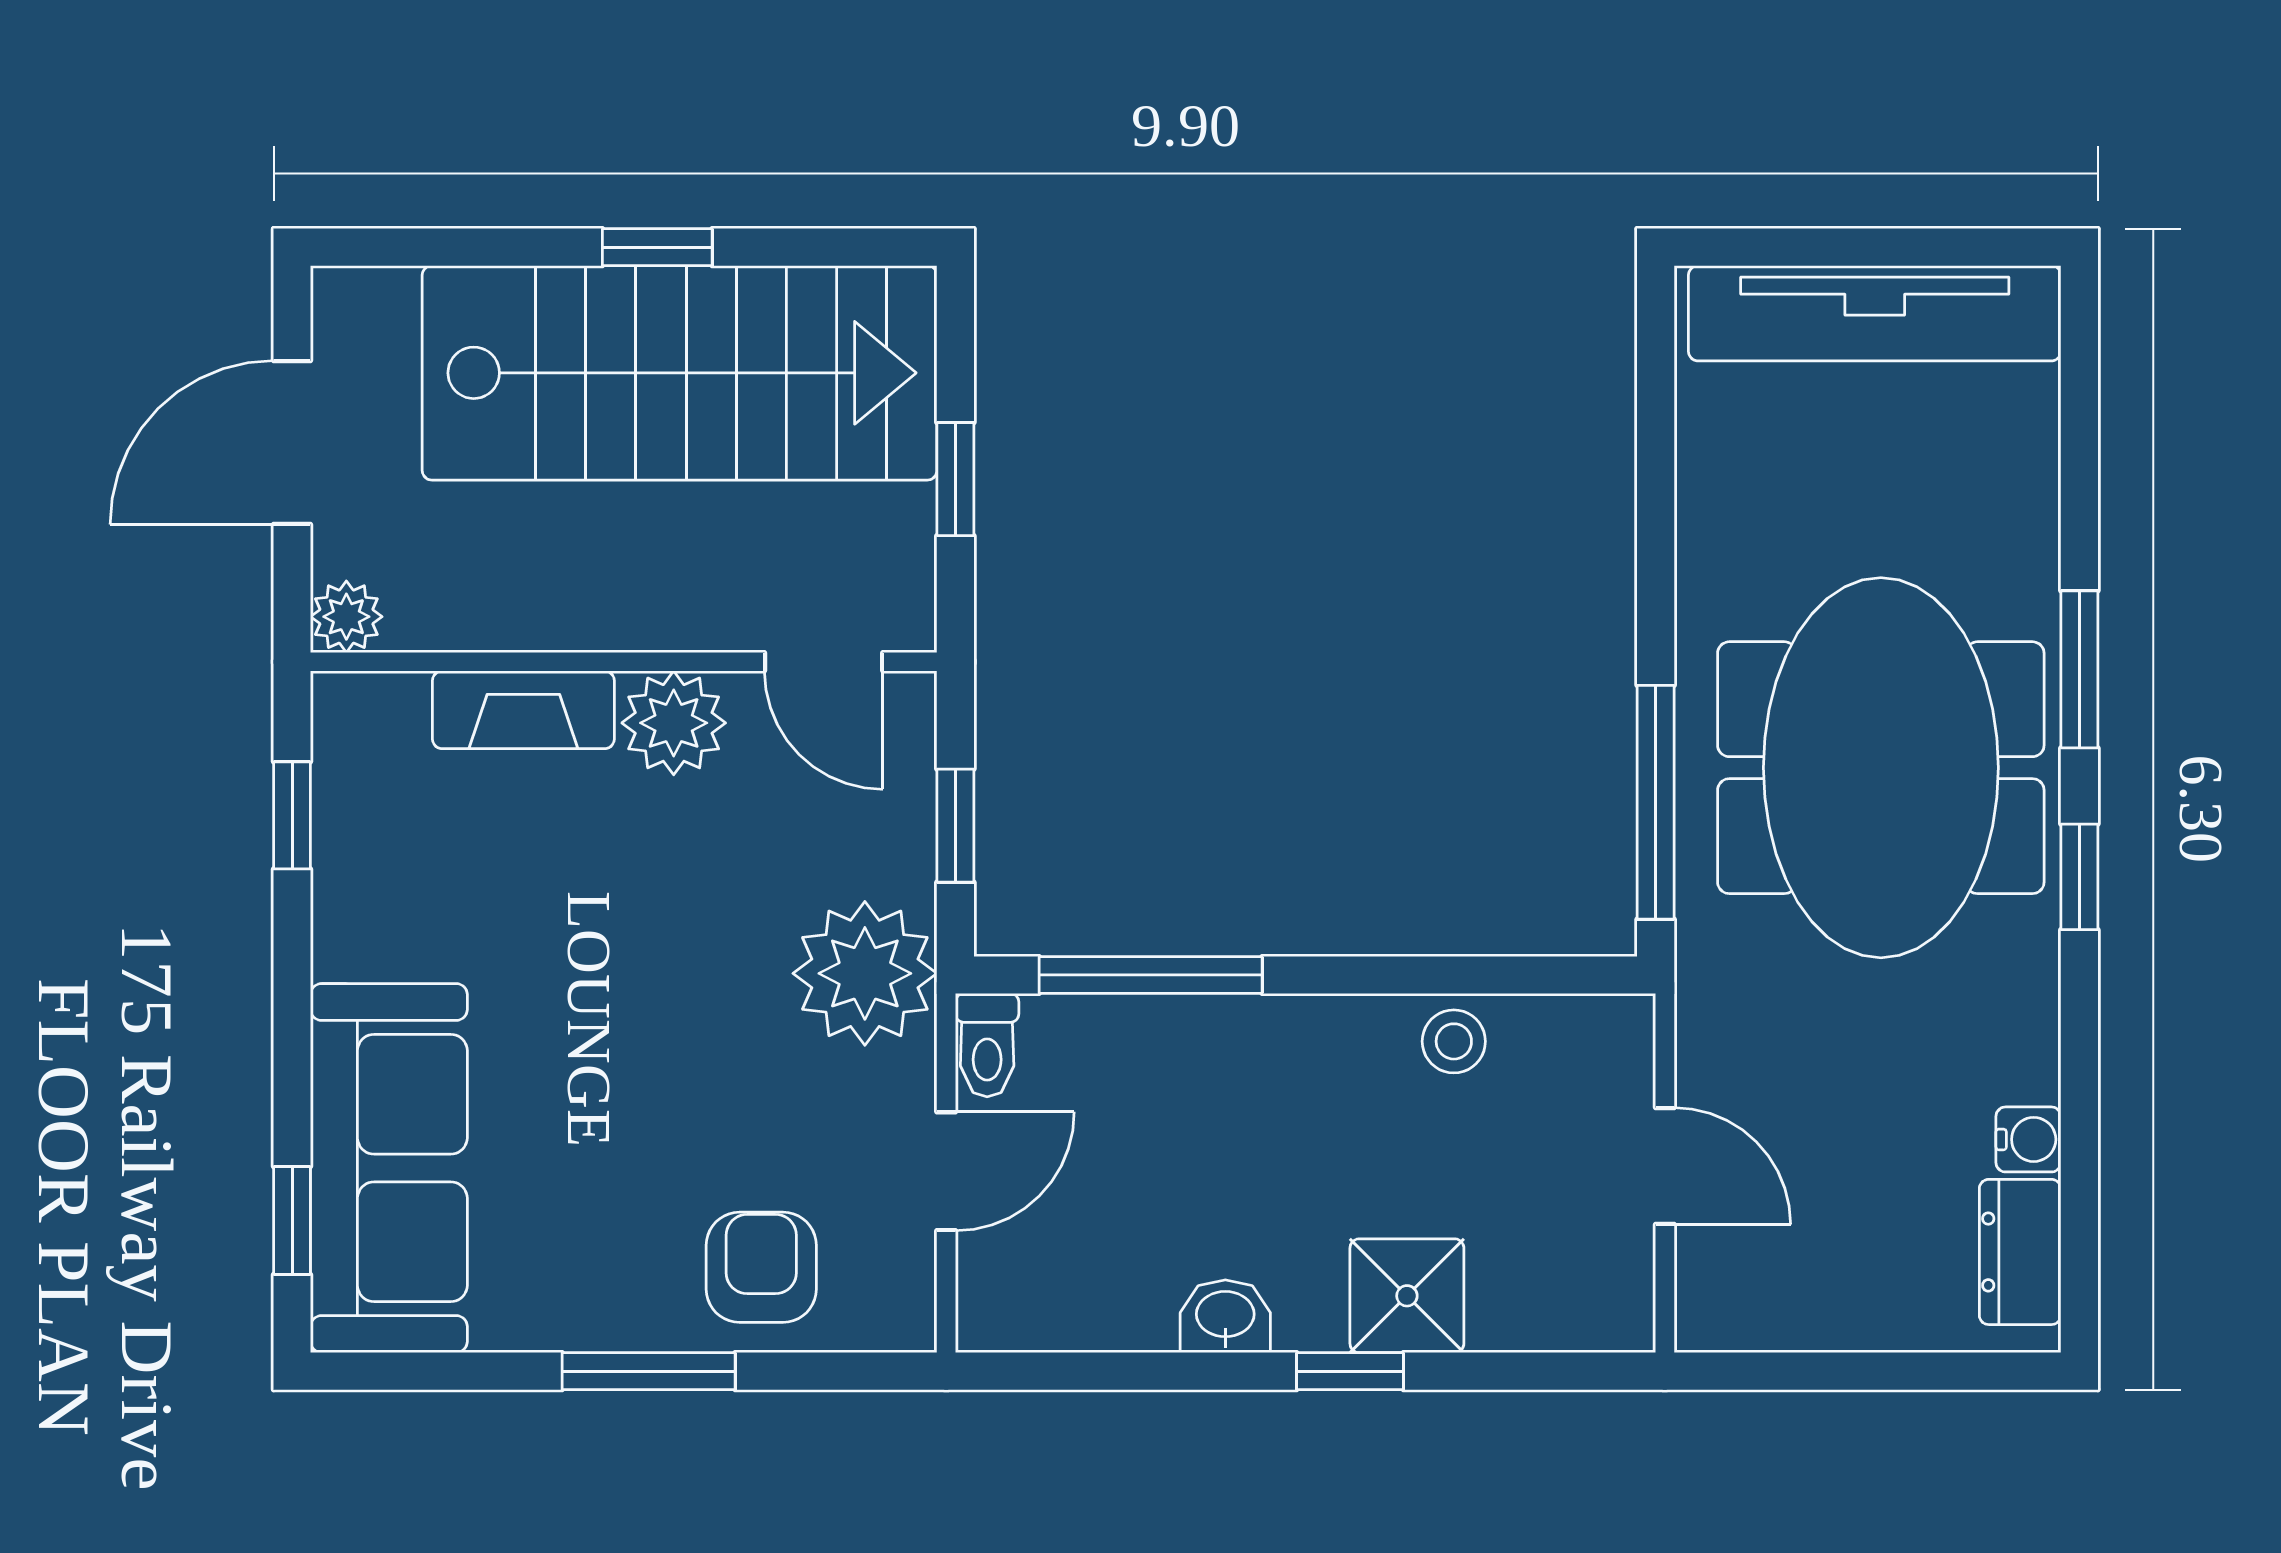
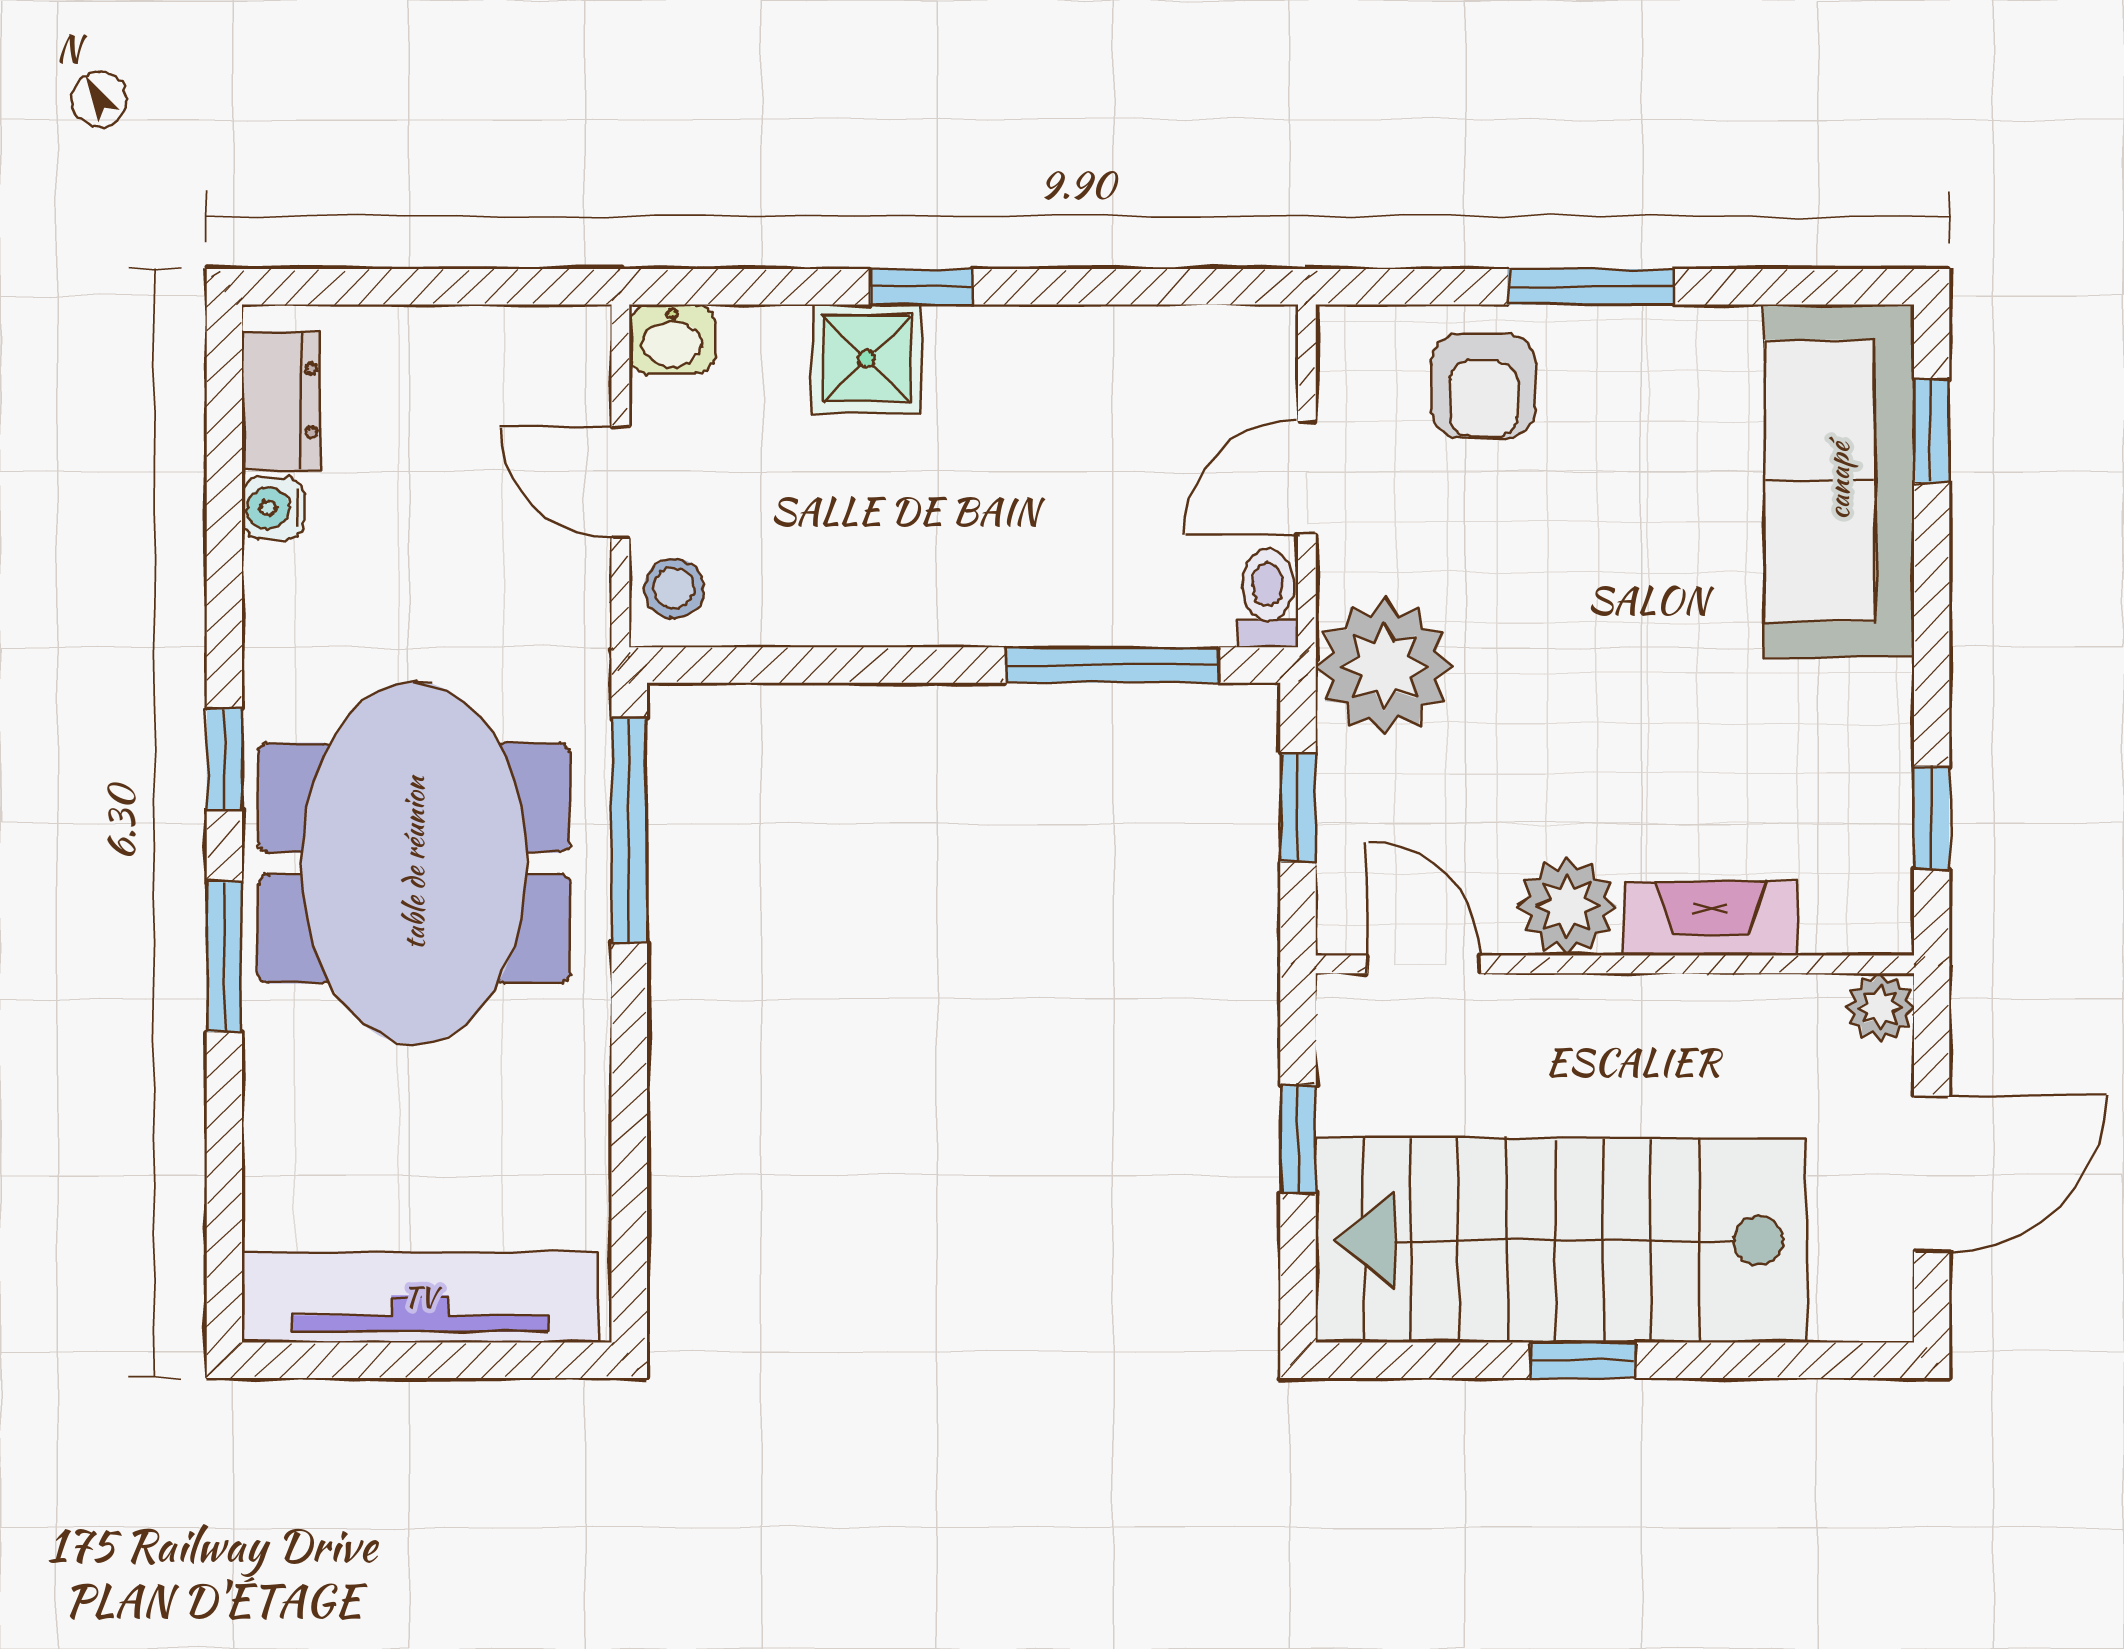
stool: (1454, 1041) -> (674, 588), moved
washbasin: (1225, 1316) -> (672, 339), moved

